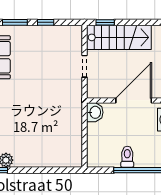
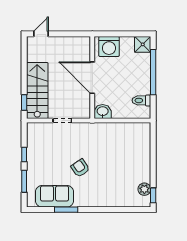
armchair: (30, 87) -> (80, 168), added
toilet: (127, 157) -> (141, 100), moved

